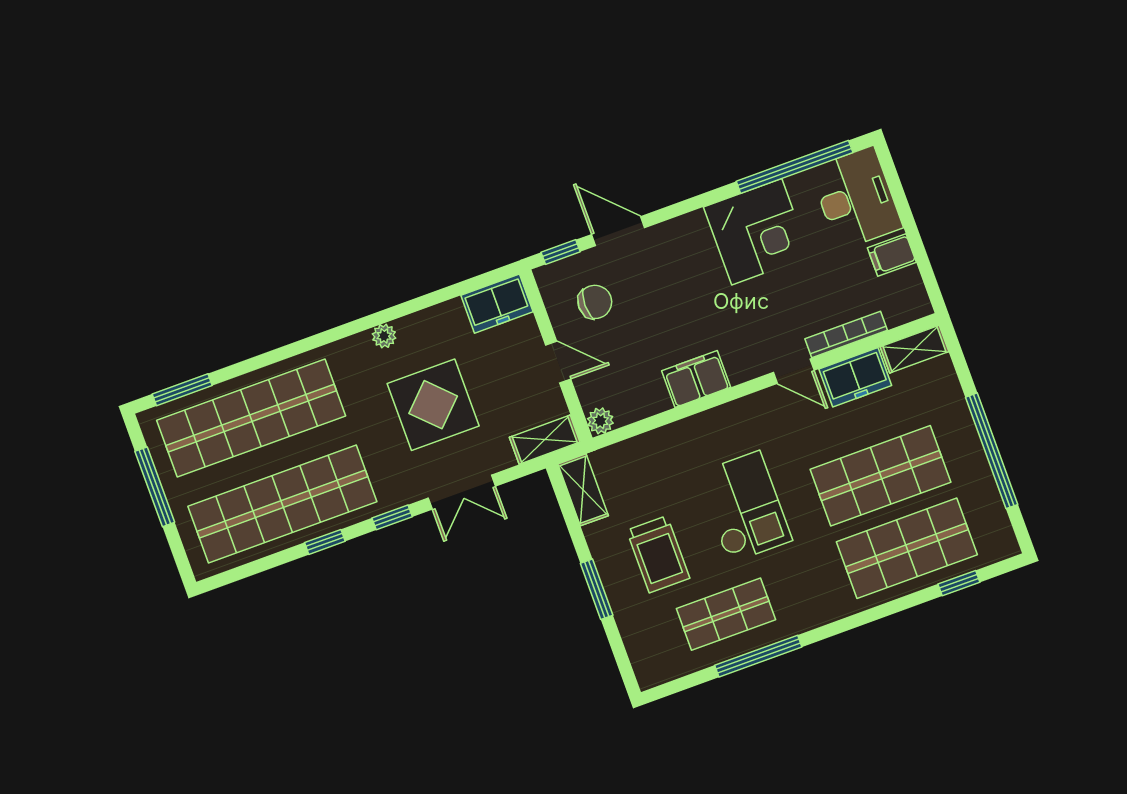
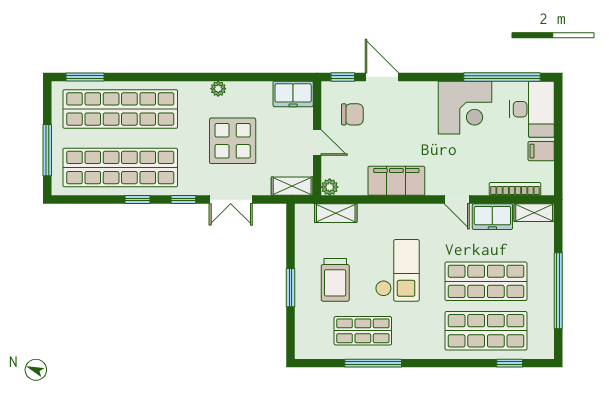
bookcase: (846, 334) -> (515, 189), moved
filing cabinet: (696, 379) -> (396, 181), width x1.50, depth x1.17
window: (155, 487) -> (47, 150), moved
shelving: (583, 490) -> (336, 213), moved, turned 90

